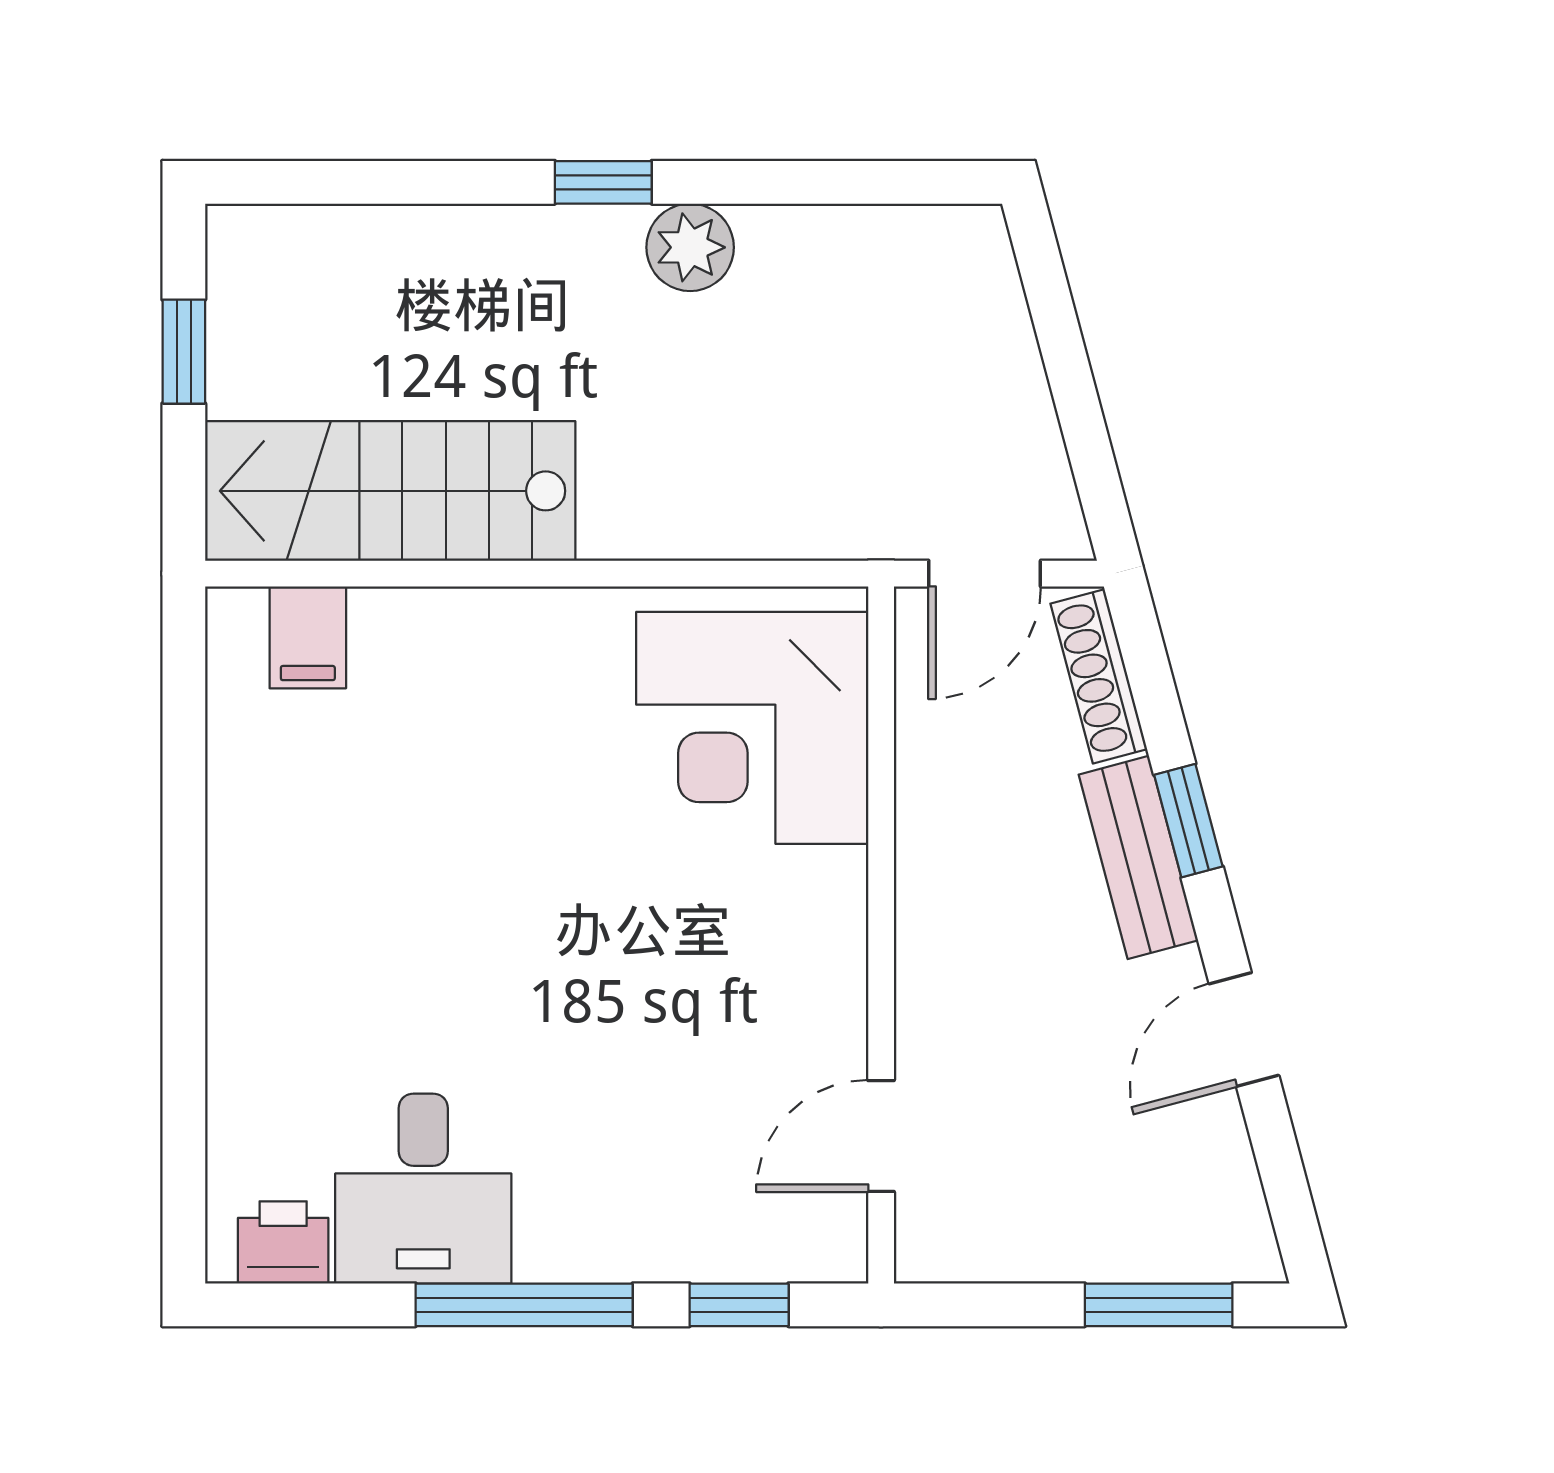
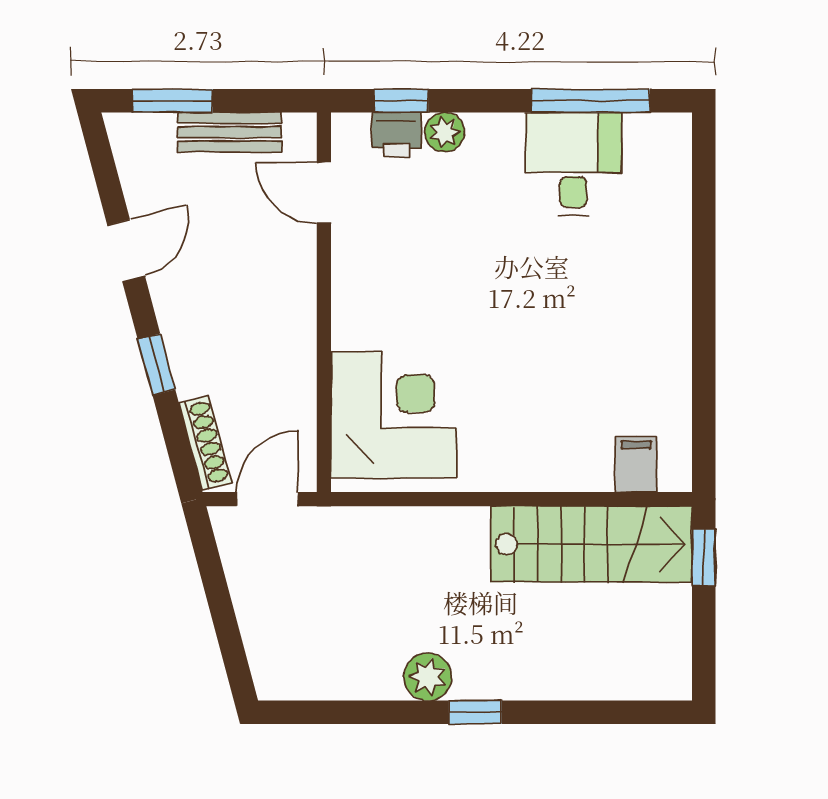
window: (184, 352) -> (704, 557), moved
bench: (1138, 857) -> (230, 132), moved, turned -75
door: (881, 1136) -> (324, 193), swing flipped
printer: (283, 1242) -> (396, 135), moved
plant: (659, 1247) -> (445, 132), added
window: (524, 1305) -> (591, 101), moved

